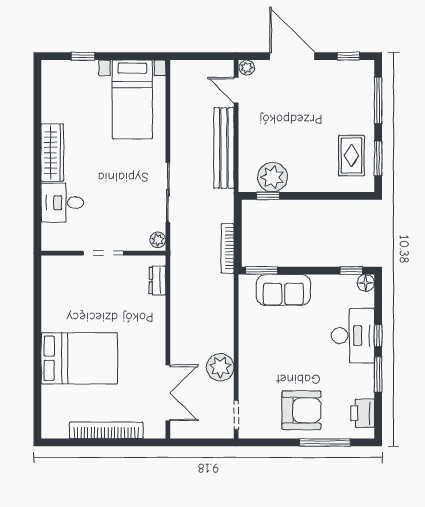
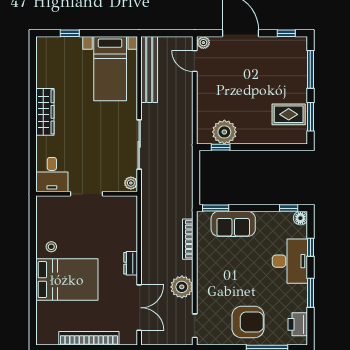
bench: (224, 148) -> (149, 69), moved
rug: (351, 156) -> (289, 114), turned 90
desk: (62, 203) -> (52, 175), moved, turned -90
bookcase: (228, 248) -> (188, 239), moved
dresser: (157, 280) -> (131, 263), moved
stool: (60, 318) -> (51, 247), added
window: (378, 336) -> (310, 247), moved

